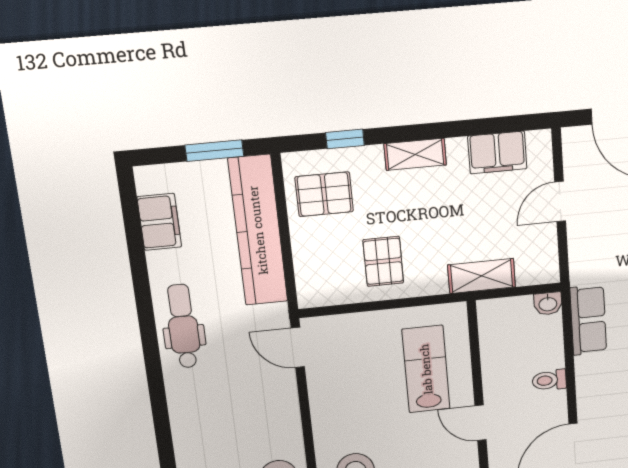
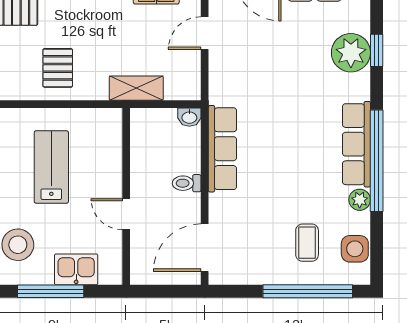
row of seats: (588, 320) -> (222, 149), width x1.48
lab bench: (426, 369) -> (51, 167), moved

